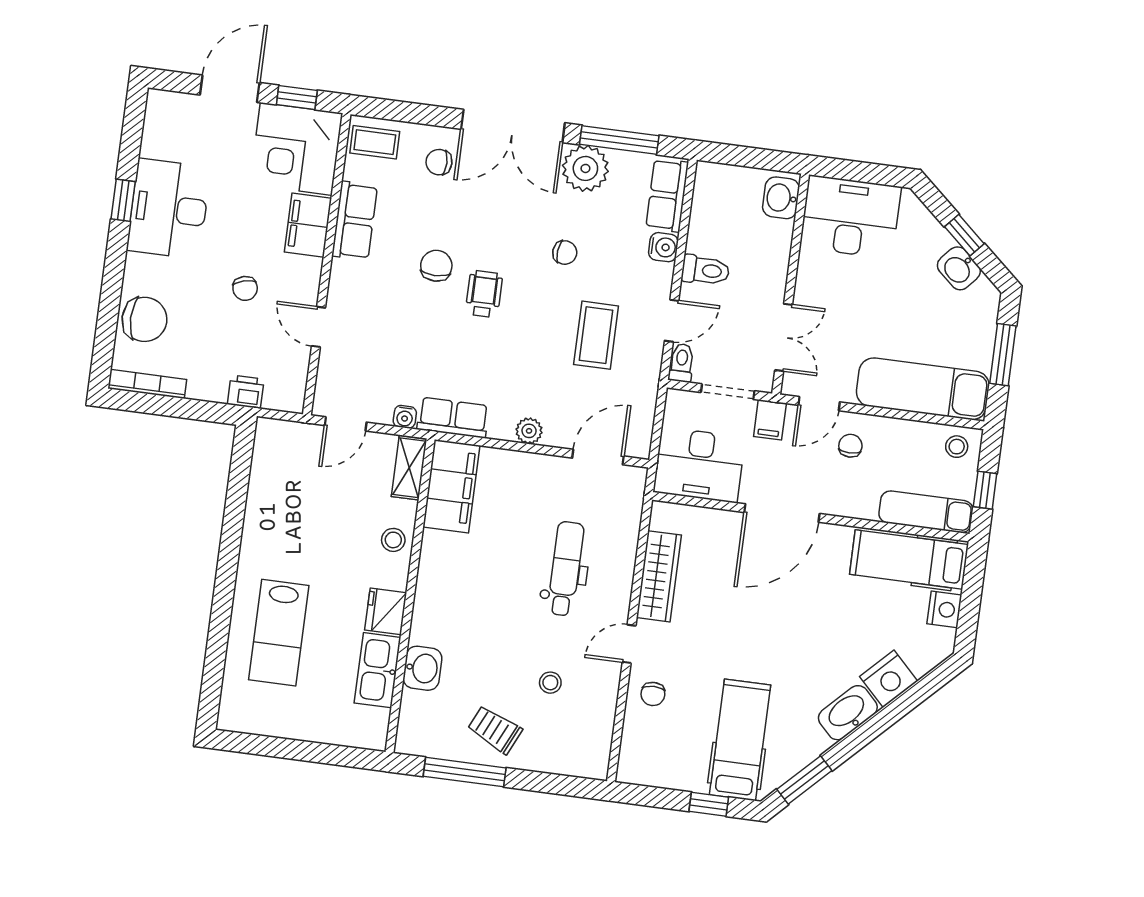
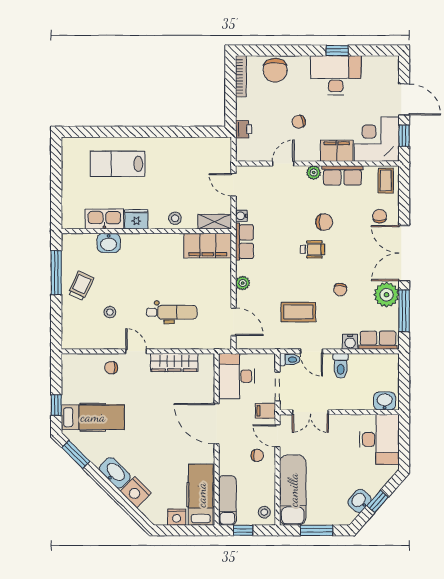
plant: (343, 273) -> (314, 173), added

